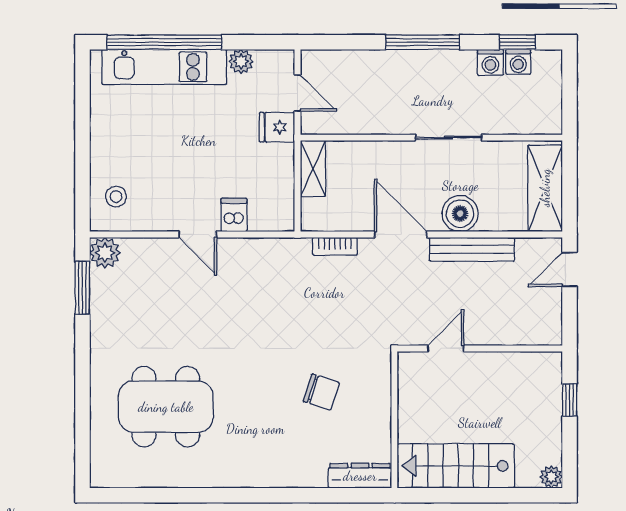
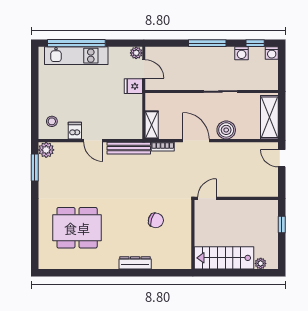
plant: (241, 61) -> (136, 53), moved
washing machine: (518, 62) -> (272, 53), moved
shelving: (313, 168) -> (152, 125), moved
dishwasher: (234, 215) -> (75, 131), moved
bench: (472, 249) -> (129, 148), moved
door: (570, 269) -> (282, 158), hinge flipped
door: (446, 348) -> (207, 198), moved
dresser: (360, 476) -> (135, 263), moved
plant: (551, 477) -> (261, 263), moved

